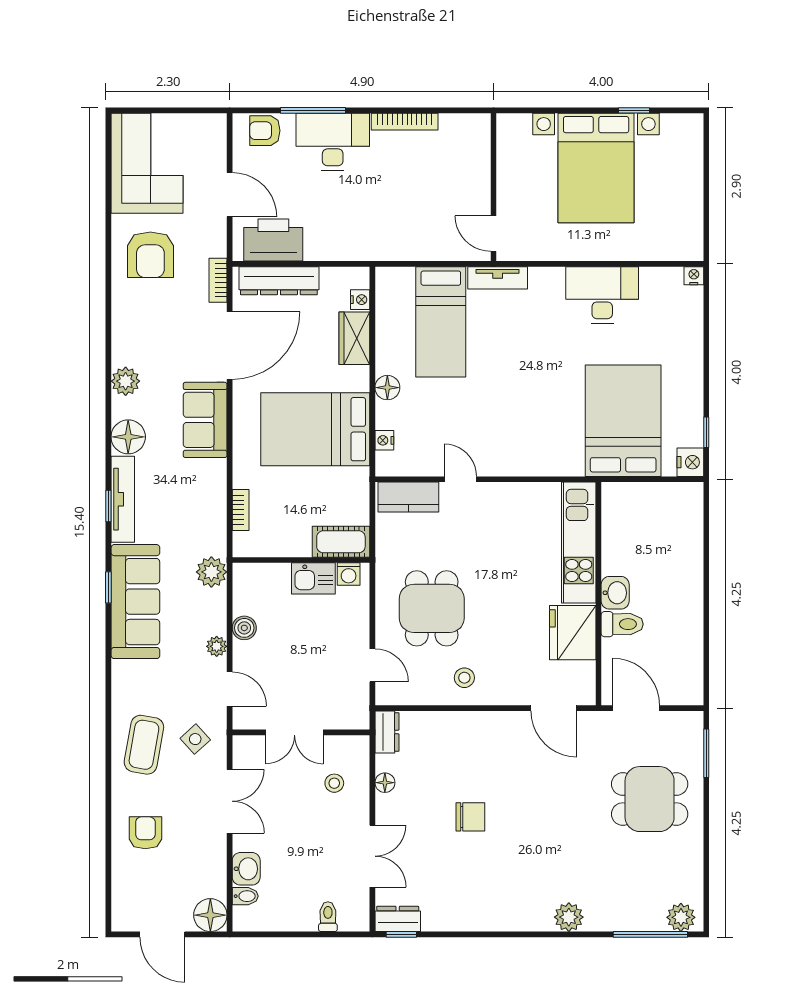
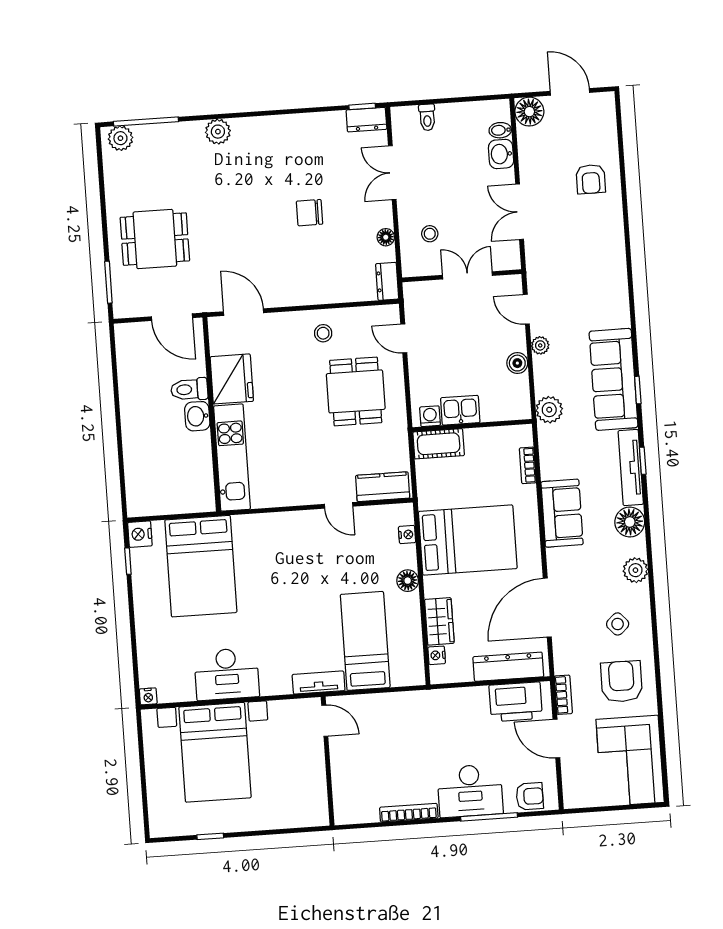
bed with nightstands: (596, 168) -> (215, 752), moved, turned 180
bookcase: (218, 280) -> (563, 695), moved
sofa: (205, 420) -> (562, 513), moved
side table: (195, 739) -> (618, 624), moved
coffee table: (144, 745) -> (597, 256), removed

